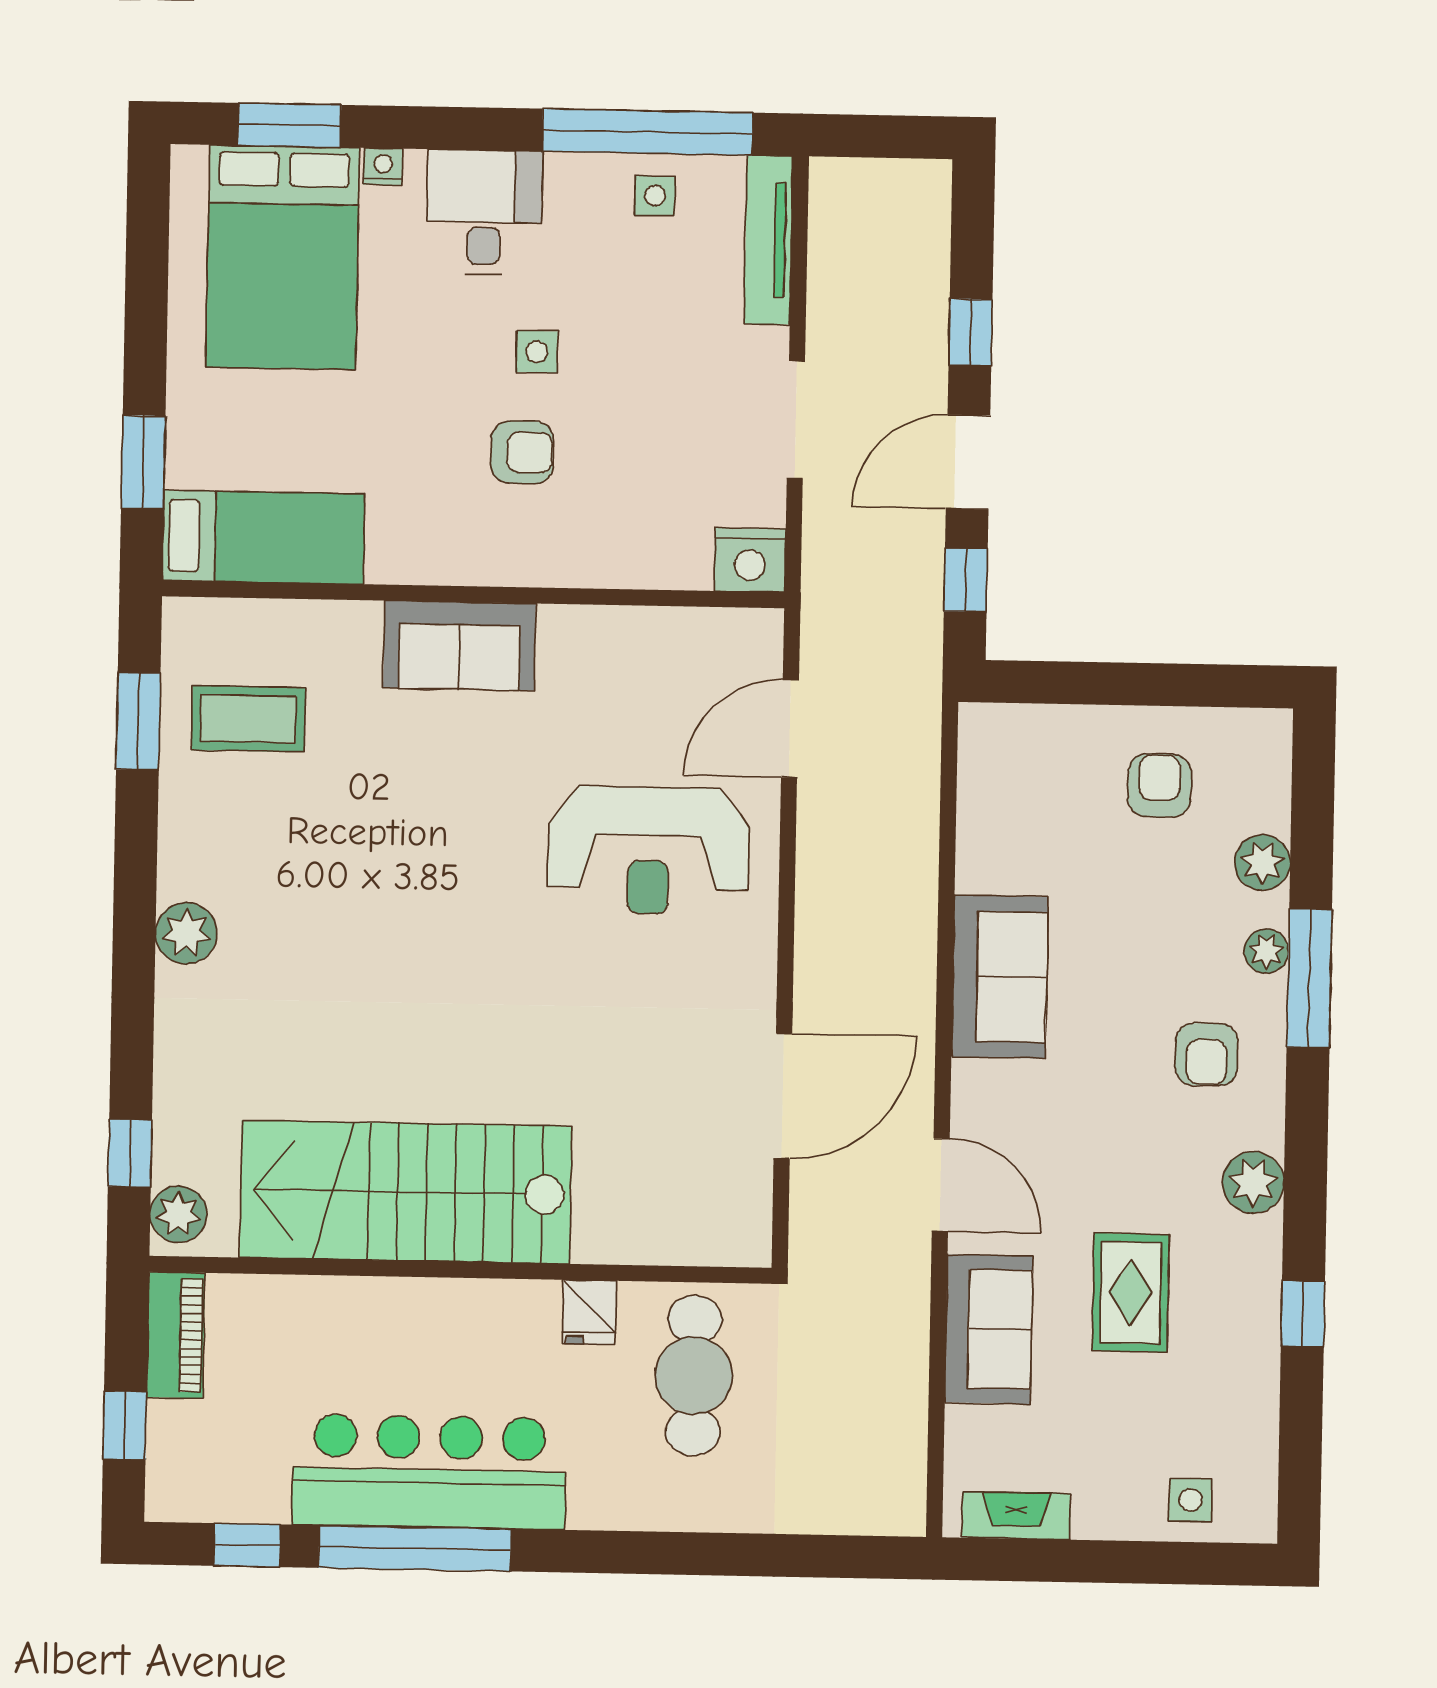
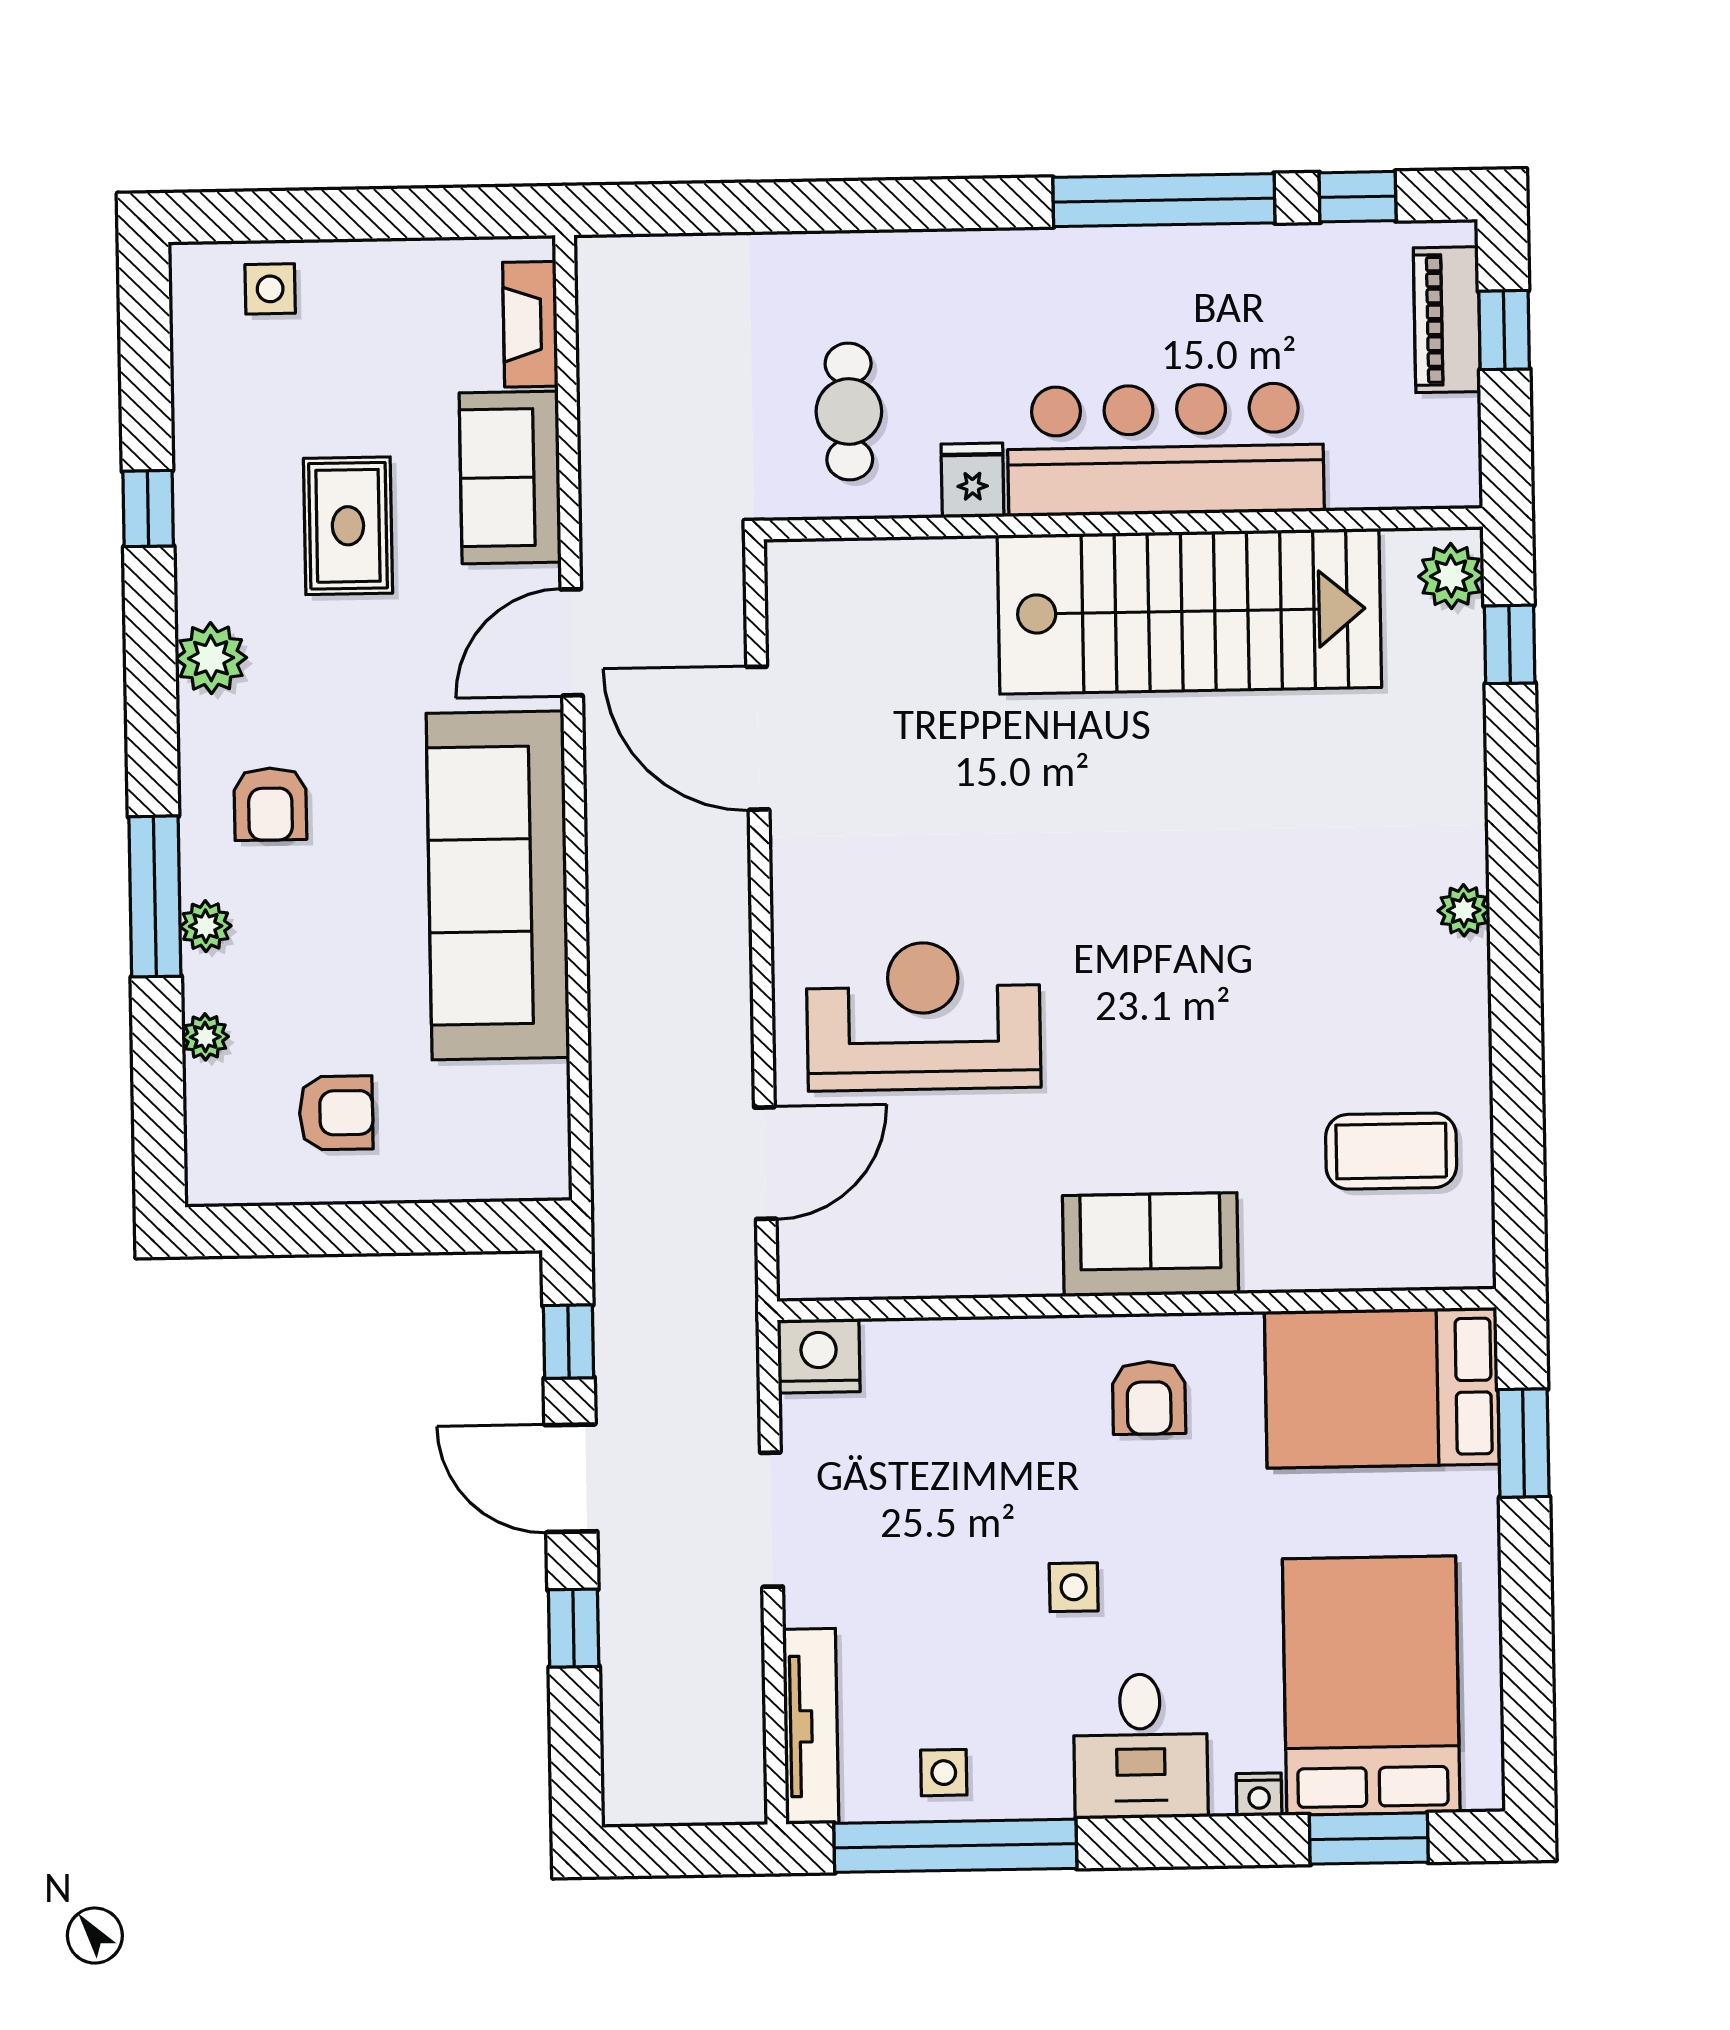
armchair: (522, 452) -> (1149, 1398), moved, turned -90
door: (968, 462) -> (571, 1478), swing flipped
bed: (263, 537) -> (1382, 1388), width x1.50
window: (138, 721) -> (1518, 1144), removed
armchair: (1159, 785) -> (336, 1113), turned -90
plant: (1262, 863) -> (205, 1037), width x0.73, depth x0.73
plant: (186, 933) -> (1464, 910), width x0.73, depth x0.73
sofa: (1000, 977) -> (498, 885), width x1.85, depth x1.27
armchair: (1207, 1054) -> (270, 804), turned 180
door: (783, 1096) -> (758, 738), hinge flipped
door: (941, 1185) -> (572, 642), hinge flipped
piano: (176, 1335) -> (1447, 320), moved
cafe table: (694, 1376) -> (849, 412), width x0.73, depth x0.74
bar counter: (429, 1472) -> (1165, 449), moved, turned 180
fireplace: (1016, 1516) -> (530, 324), moved, turned 90

